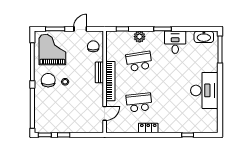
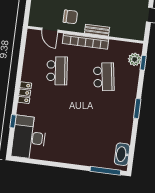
plant: (140, 37) -> (135, 59), moved
desk: (175, 42) -> (120, 121), removed
chair: (93, 46) -> (70, 17), moved
desk: (204, 90) -> (29, 137), moved, turned 90
locker: (148, 128) -> (25, 93), moved

